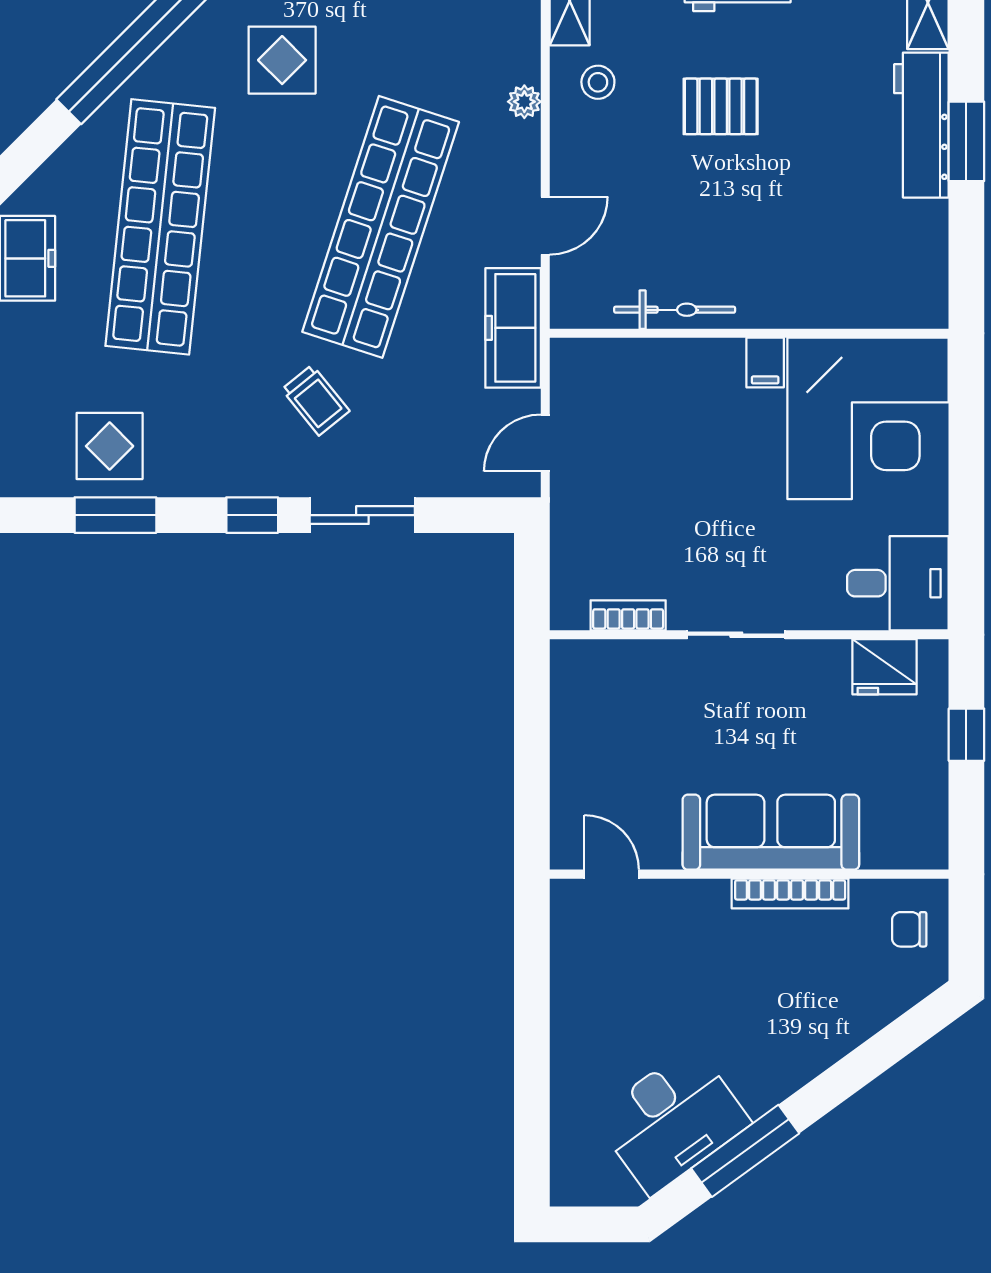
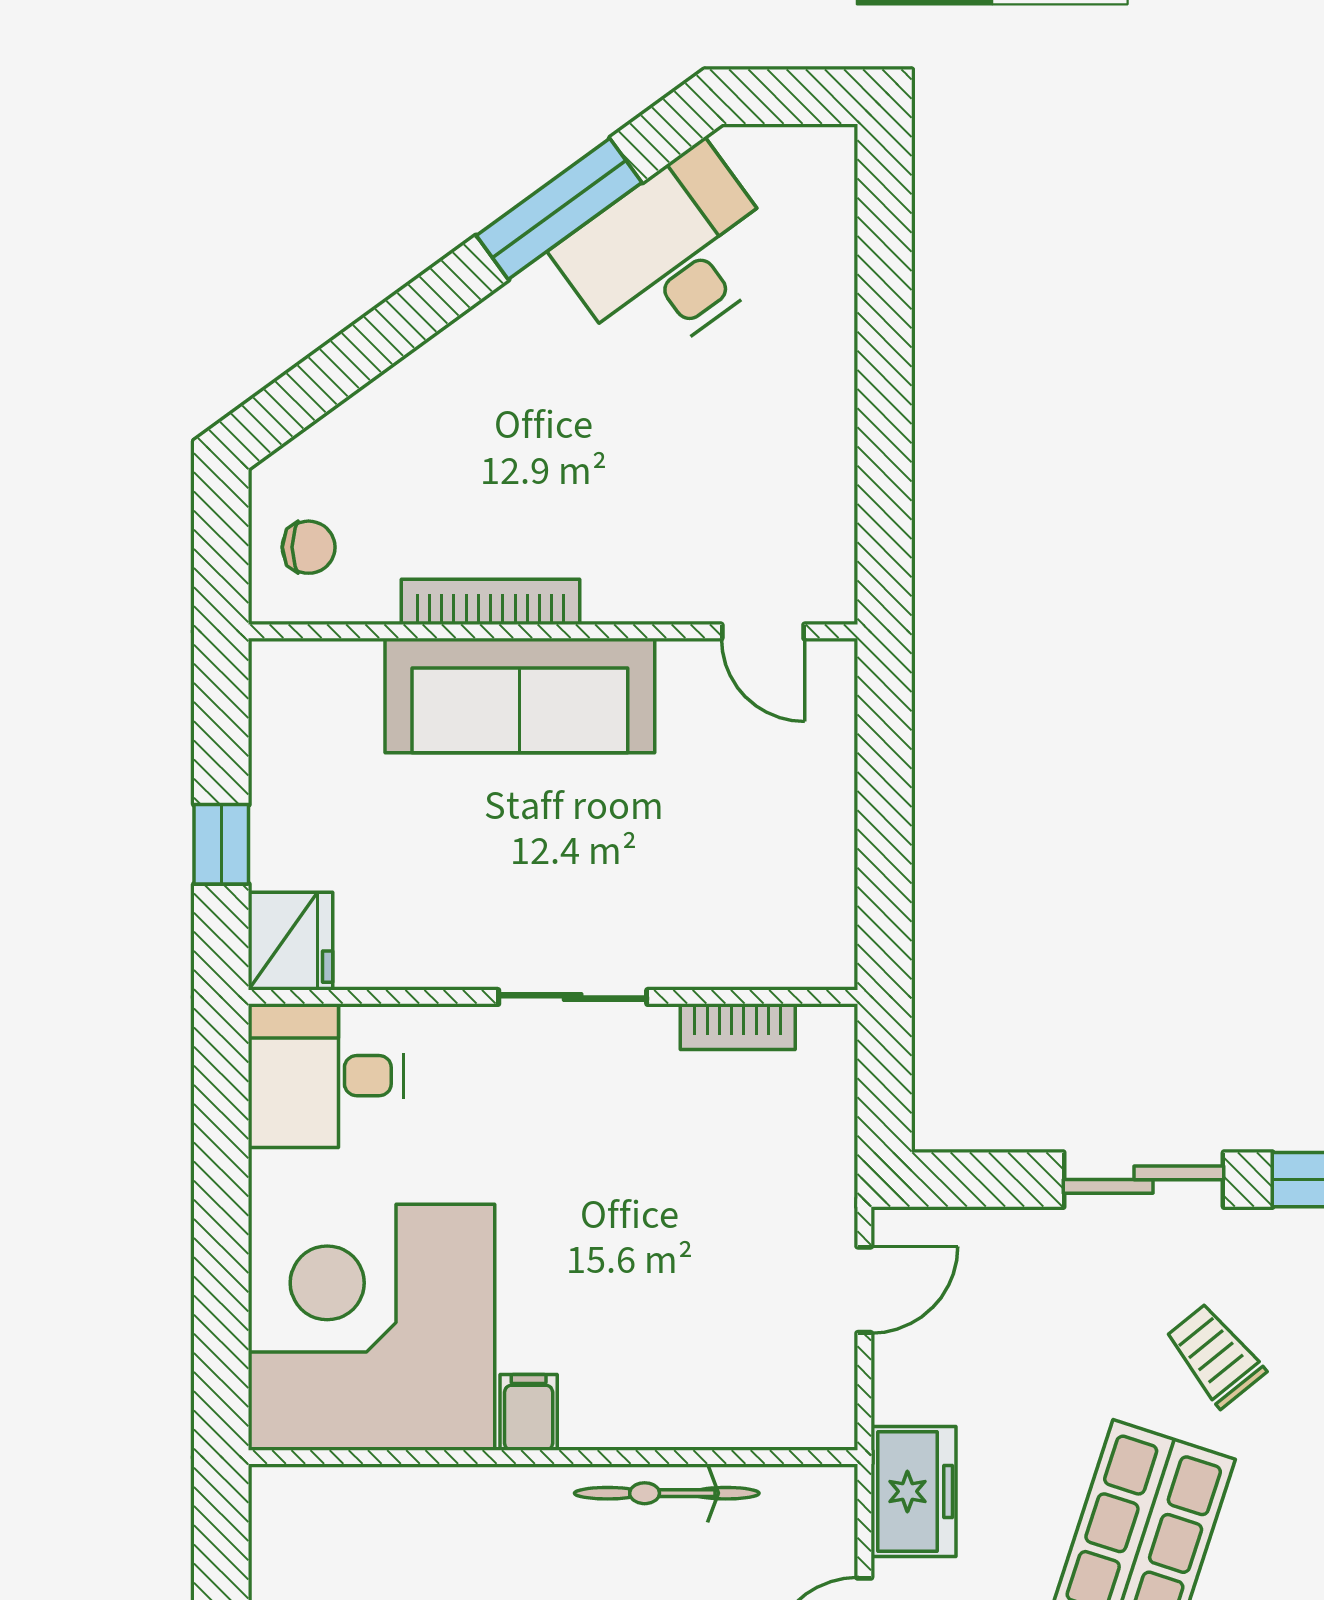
freezer: (513, 328) -> (913, 1491), width x0.71
fridge: (884, 667) -> (291, 941), moved, turned 90

